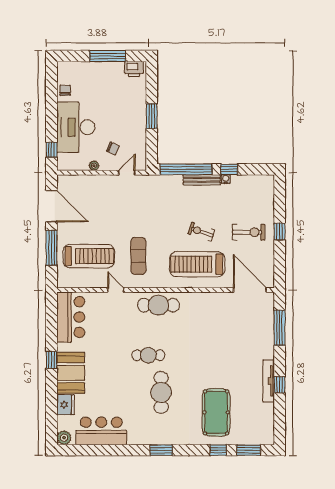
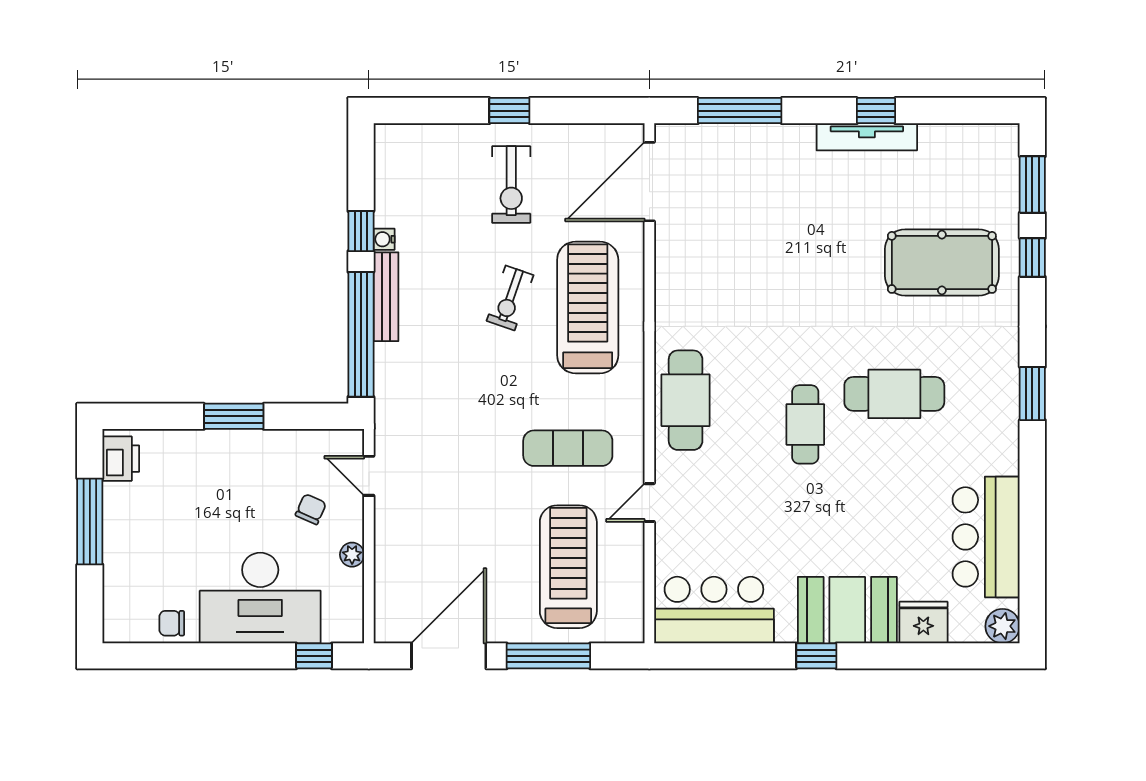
exercise bike: (249, 232) -> (511, 185), turned 180
treadmill: (197, 264) -> (588, 308), turned 180

